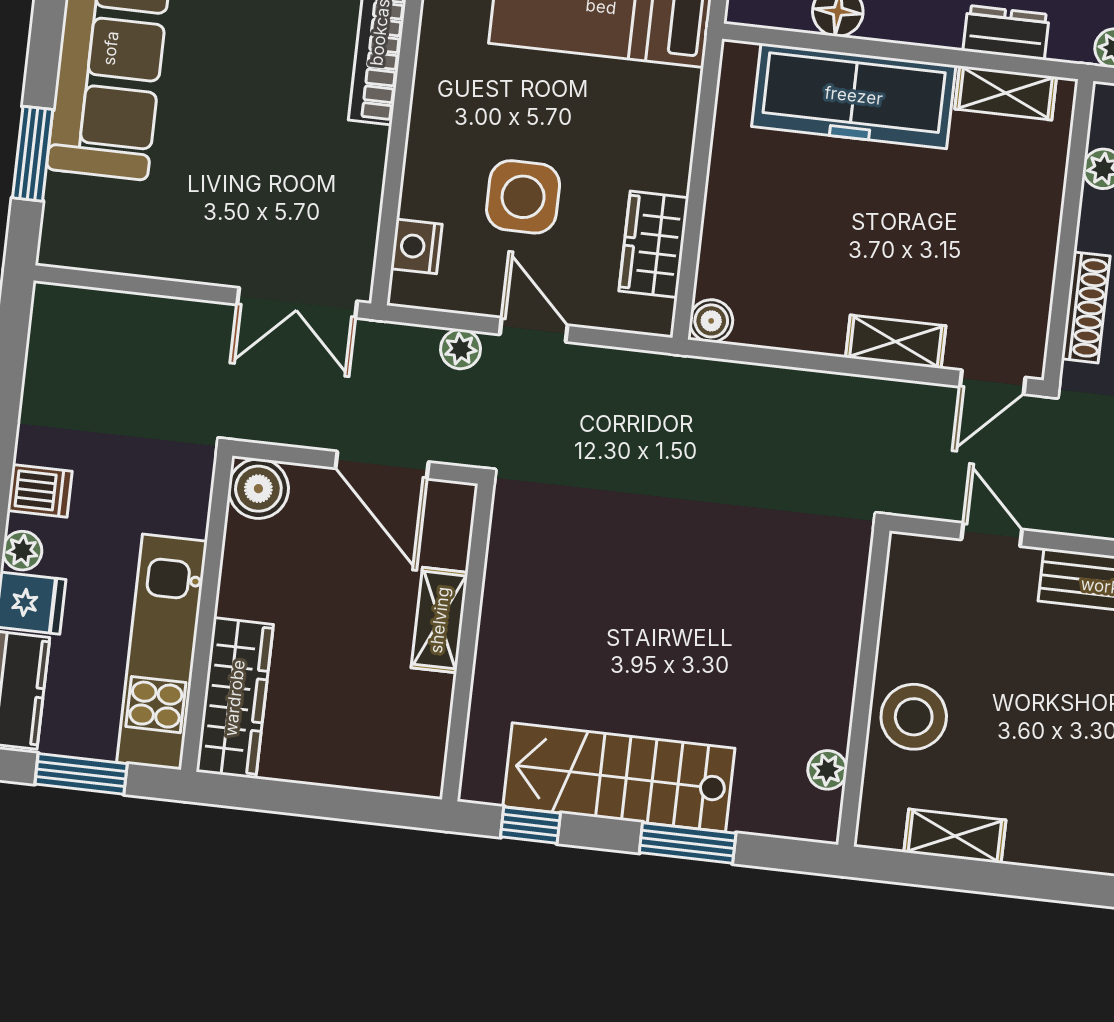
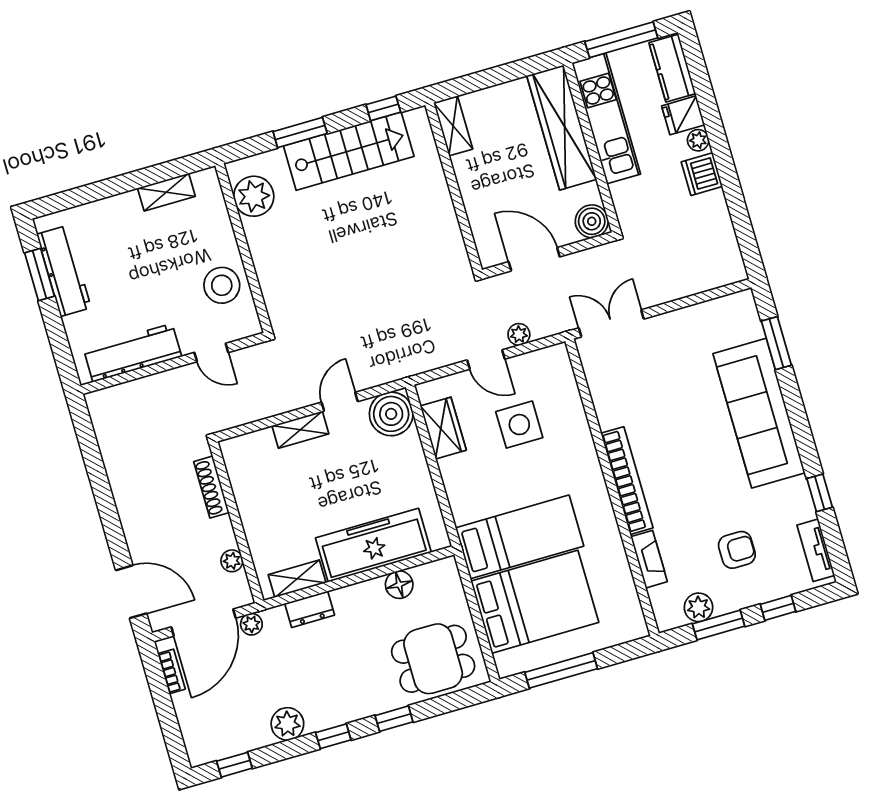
nightstand: (416, 246) -> (563, 377), removed
boiler: (711, 321) -> (391, 414), width x1.86, depth x1.86
door: (993, 382) -> (340, 402), moved
dishwasher: (40, 491) -> (702, 174), width x1.38
shelving: (440, 620) -> (453, 126), moved
wardrobe: (235, 698) -> (562, 128), width x1.40, depth x1.17
stool: (914, 717) -> (222, 285), moved
plant: (827, 770) -> (254, 196), width x1.88, depth x1.88
window: (81, 774) -> (621, 40), width x1.44

